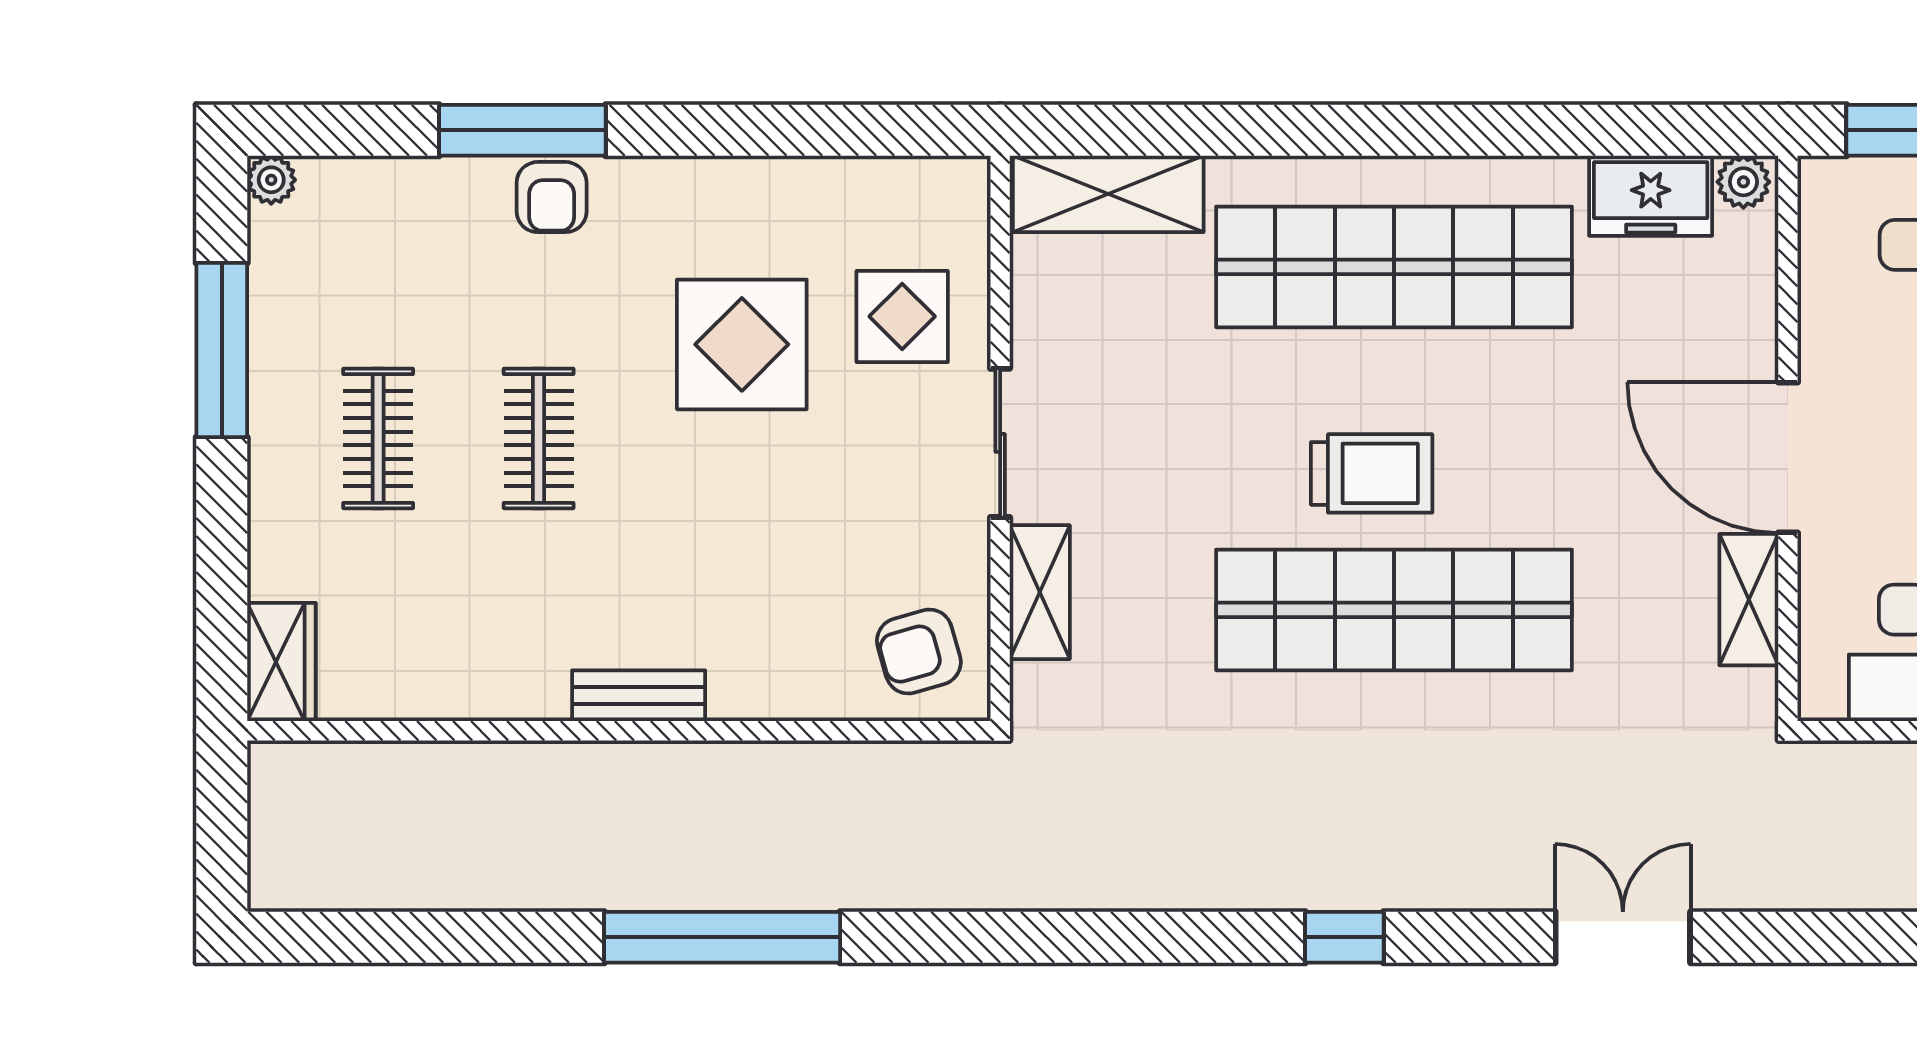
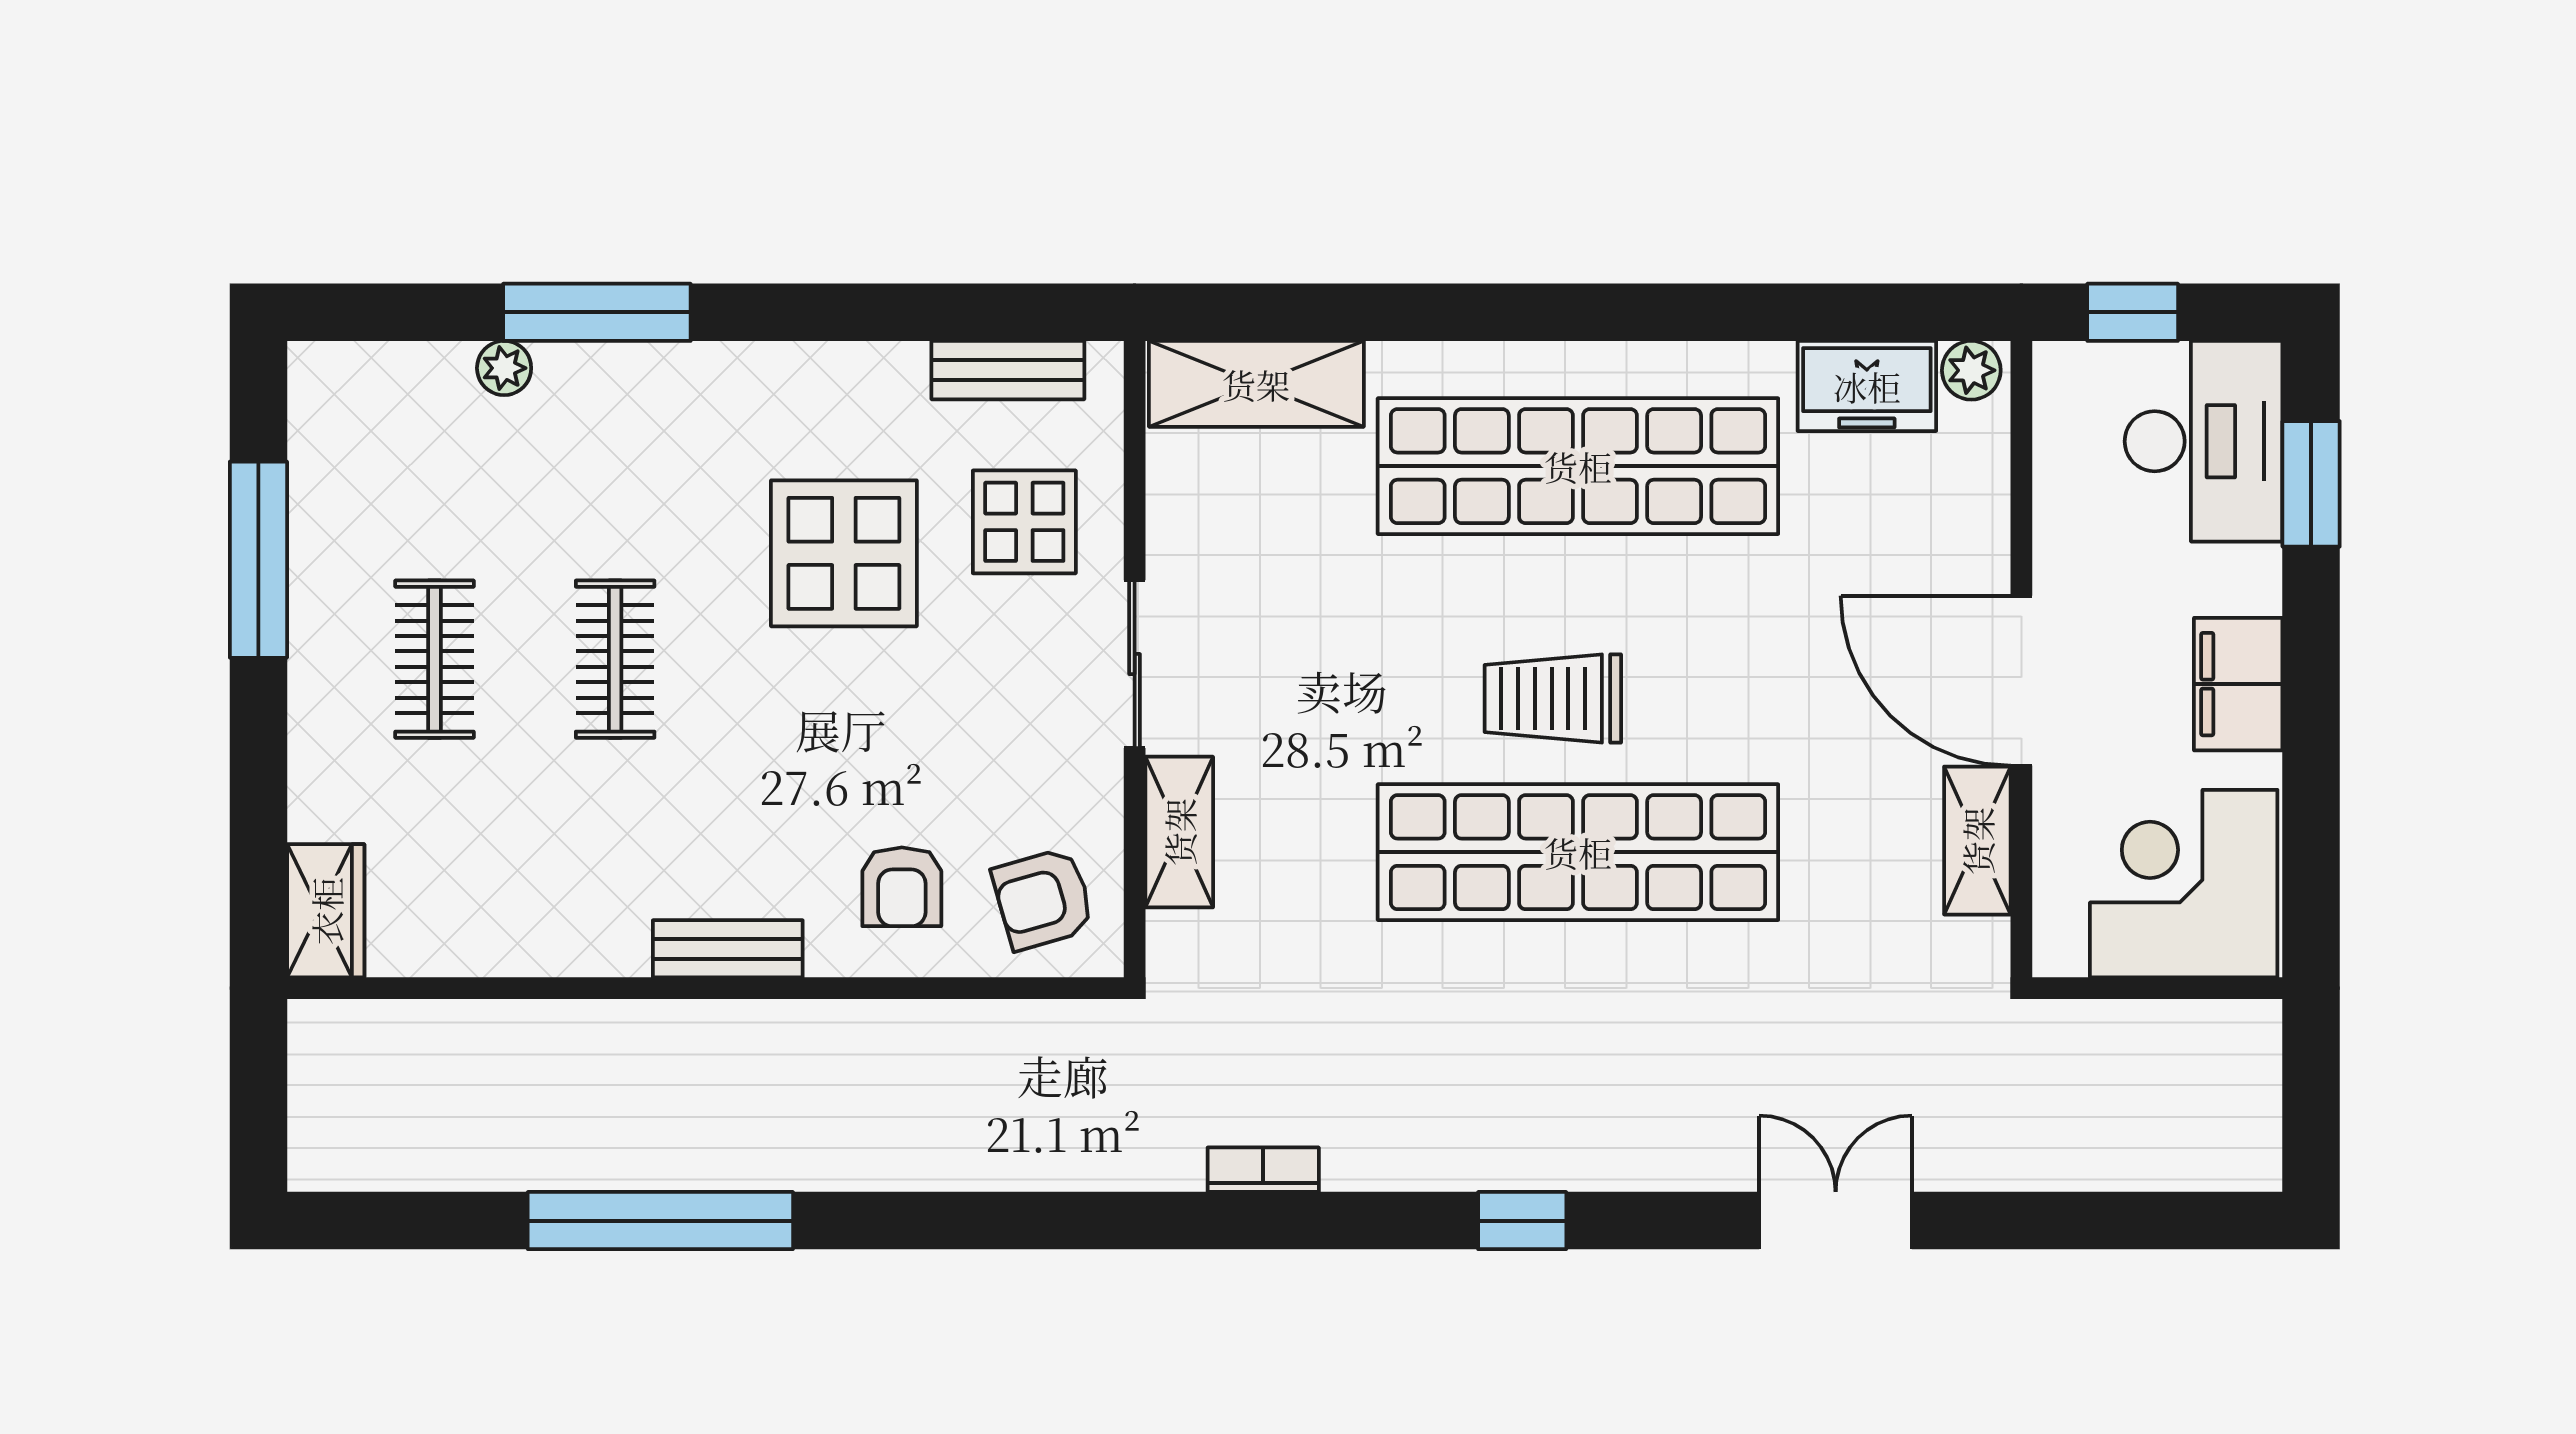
plant: (271, 180) -> (504, 368), moved
bench: (888, 182) -> (1008, 370), added
armchair: (552, 197) -> (902, 887), moved
trolley: (1372, 473) -> (1553, 698), turned 180
bookcase: (1114, 892) -> (1263, 1170), added
window: (722, 937) -> (660, 1221), moved

